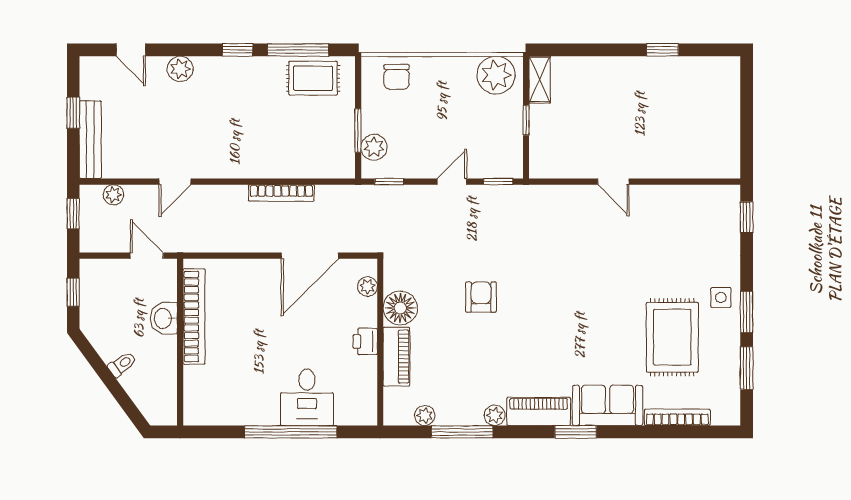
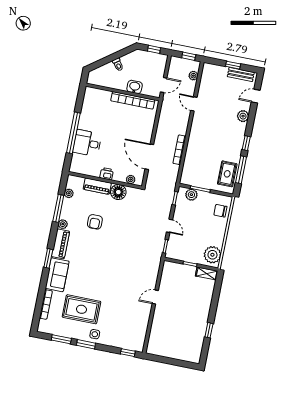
bench: (90, 140) -> (241, 74), moved, width x0.73
armchair: (481, 297) -> (95, 222), moved, turned 90

